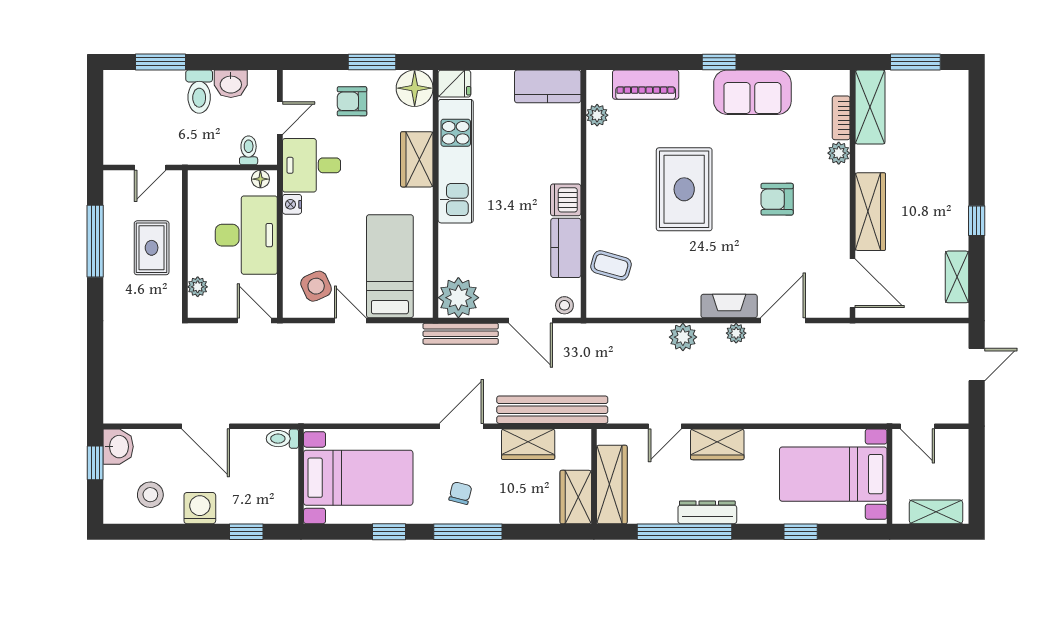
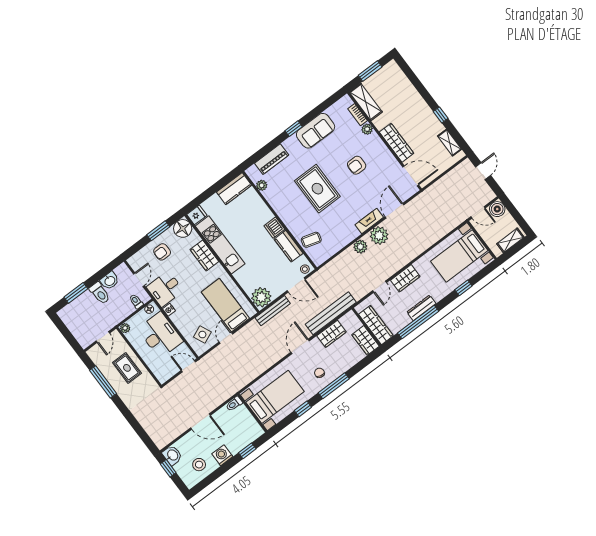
plant: (198, 287) -> (125, 328), moved
door: (350, 321) -> (226, 338), hinge flipped
plant: (736, 333) -> (379, 235), width x1.88, depth x1.88
boiler: (953, 444) -> (497, 209), added

